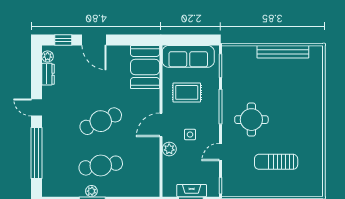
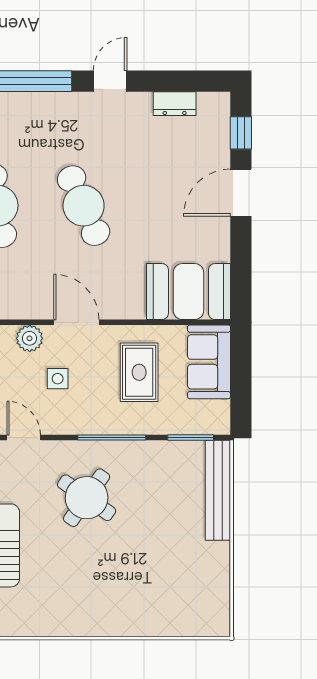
bench: (283, 52) -> (218, 490), moved
plant: (48, 56) -> (209, 103), removed
sofa: (188, 56) -> (209, 362), width x0.73
round table: (251, 120) -> (87, 498), turned 35

